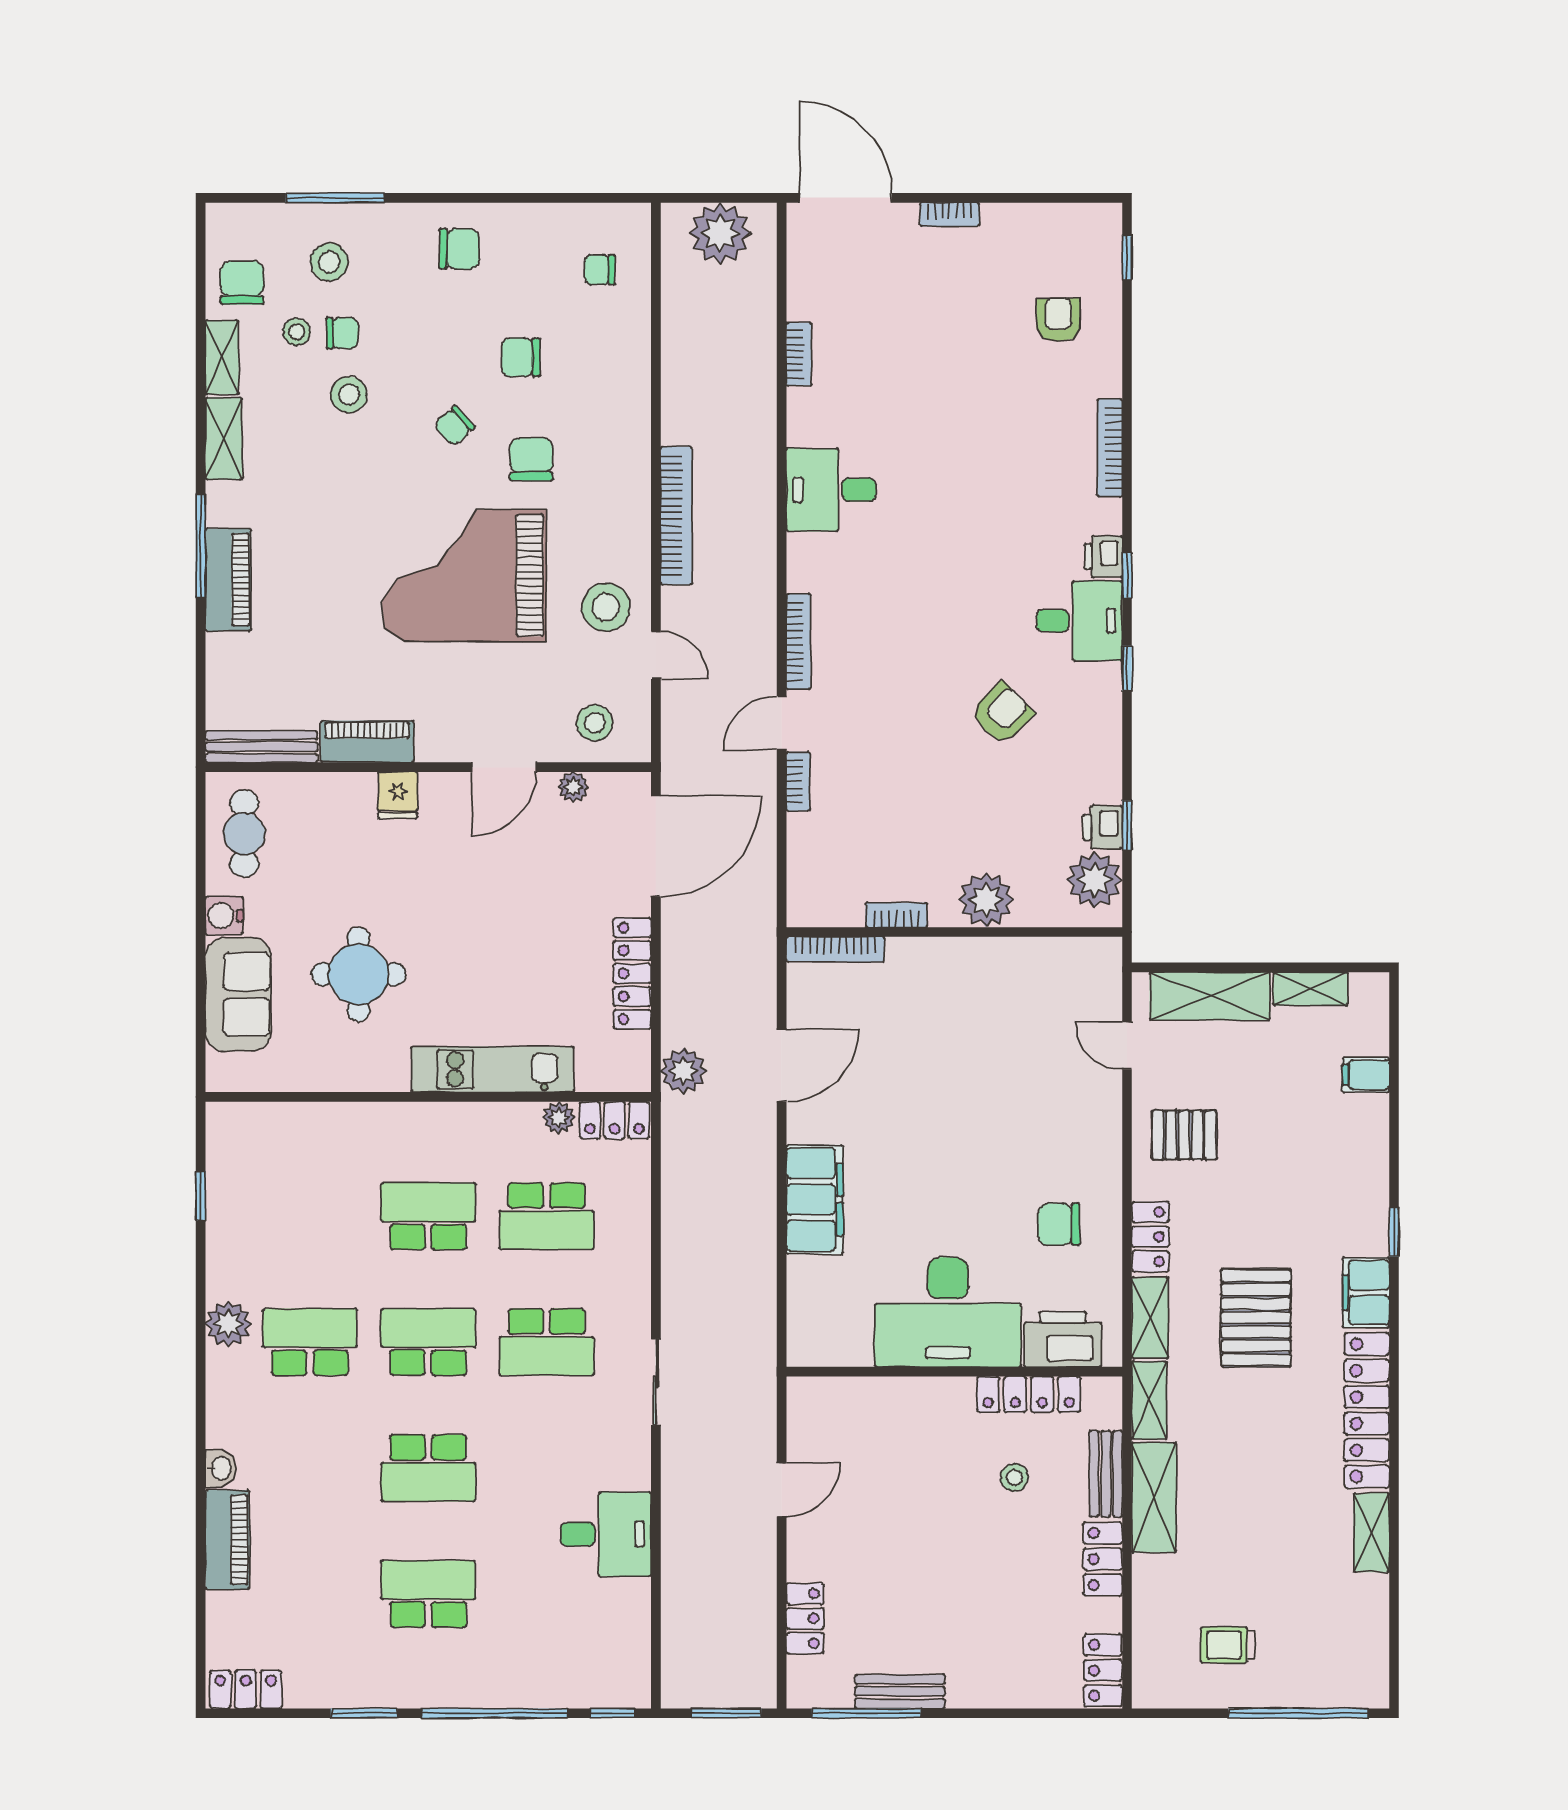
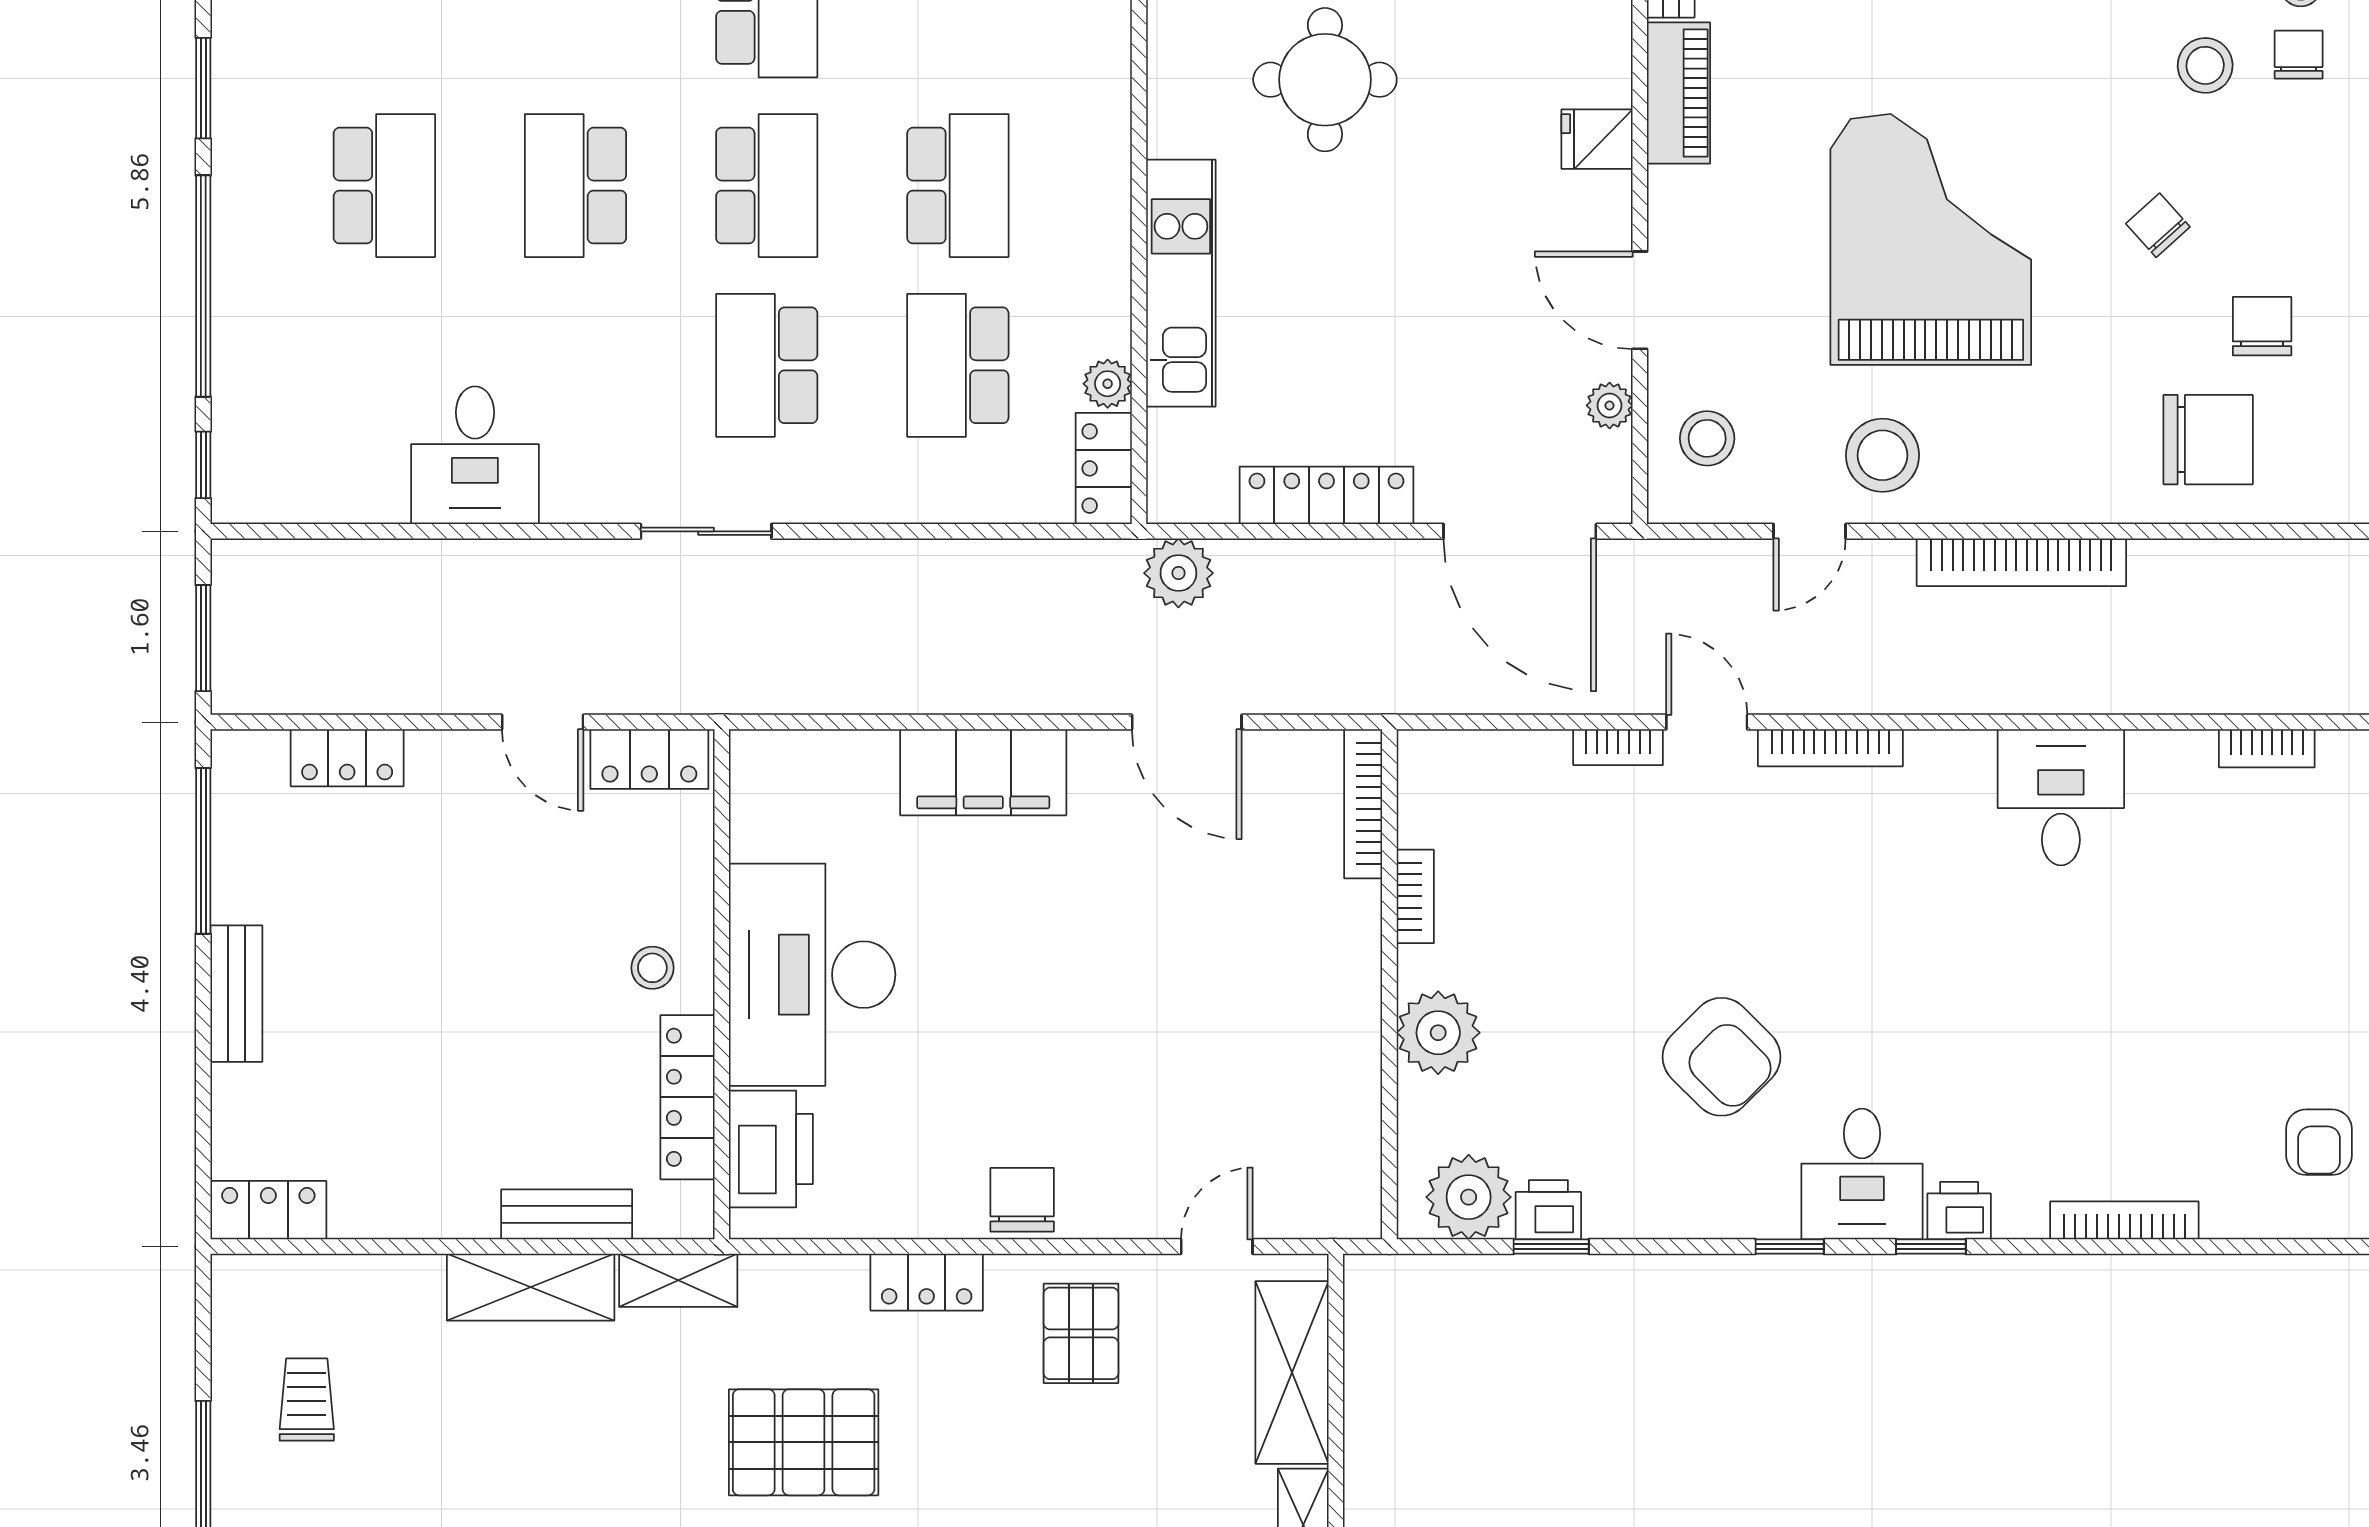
armchair: (1058, 320) -> (2319, 1142), turned 90
chair: (342, 333) -> (2299, 55), turned 180
chair: (531, 459) -> (2208, 440), moved, width x1.37, depth x1.37
armchair: (1002, 713) -> (1721, 1057), width x1.38, depth x1.38
chair: (1059, 1224) -> (1022, 1200), moved
shelving: (1150, 1318) -> (804, 1282), removed
stool: (1014, 1478) -> (652, 968), moved
locker: (1103, 1559) -> (649, 759), moved, turned 180
bench: (900, 1691) -> (236, 994), moved

